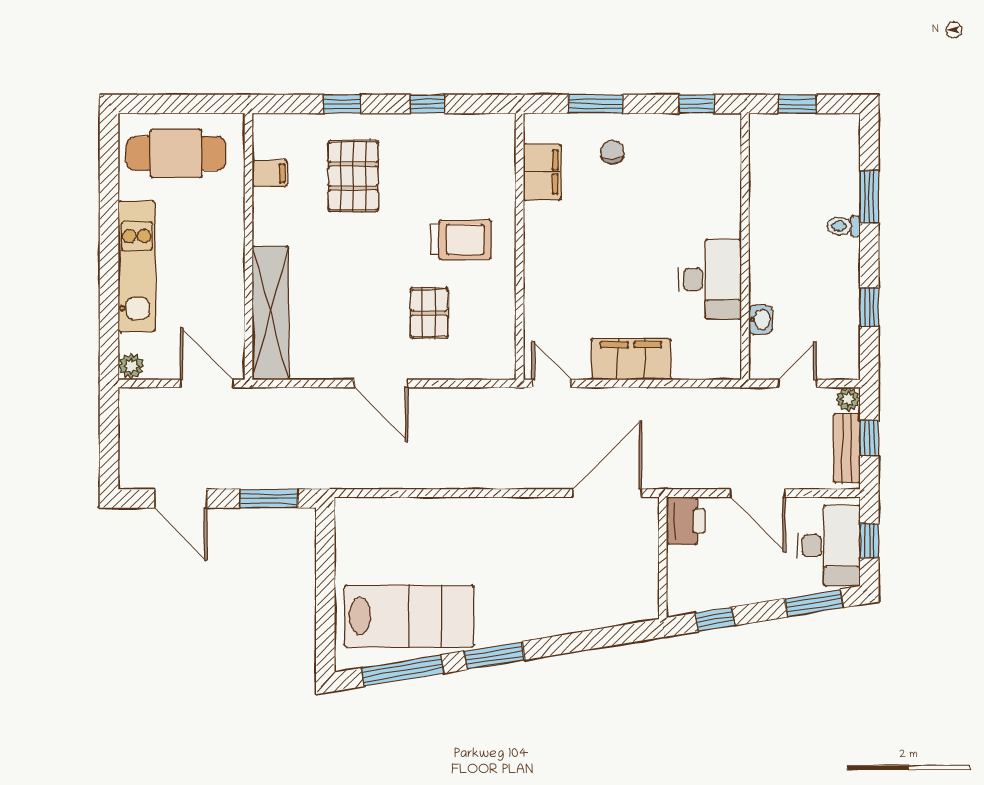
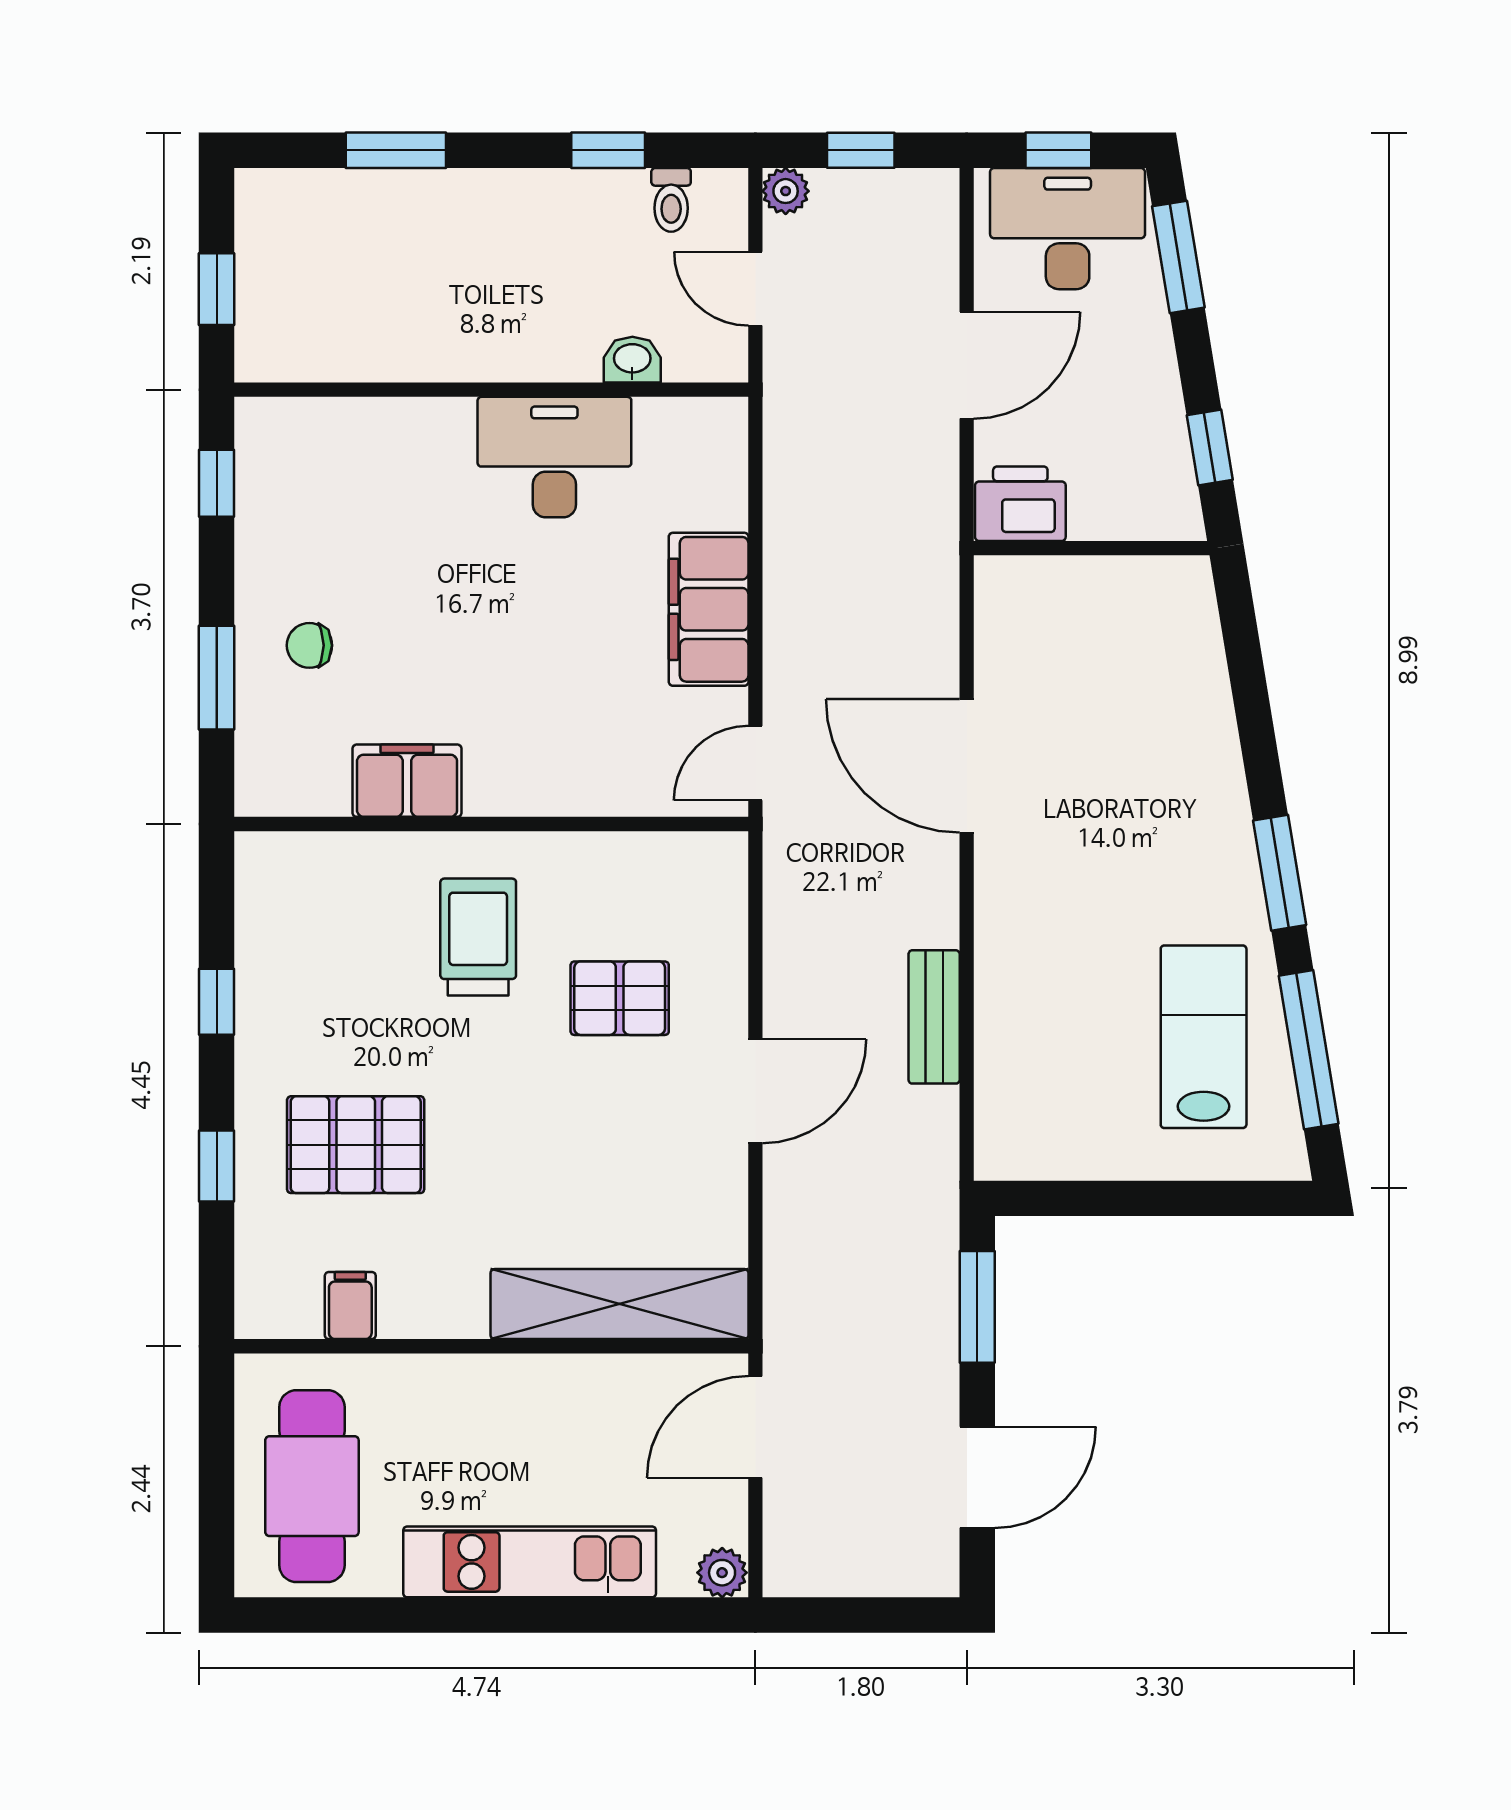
filing cabinet: (542, 172) -> (407, 781), moved
toilet: (843, 226) -> (671, 200), moved
bench: (847, 448) -> (934, 1017), moved, turned 90
door: (607, 493) -> (967, 766), moved
lab bench: (409, 616) -> (1204, 1037), width x0.73, depth x0.72

